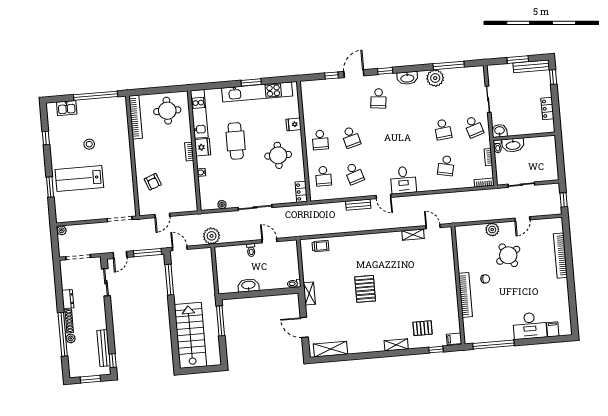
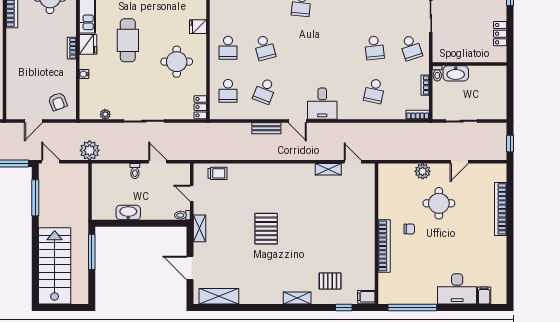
washbasin: (499, 131) -> (441, 55), removed
school desk: (354, 174) -> (265, 91), turned 39
armchair: (153, 182) -> (58, 102), moved
round table: (508, 255) -> (439, 203), turned 31
door: (300, 265) -> (192, 193), added

